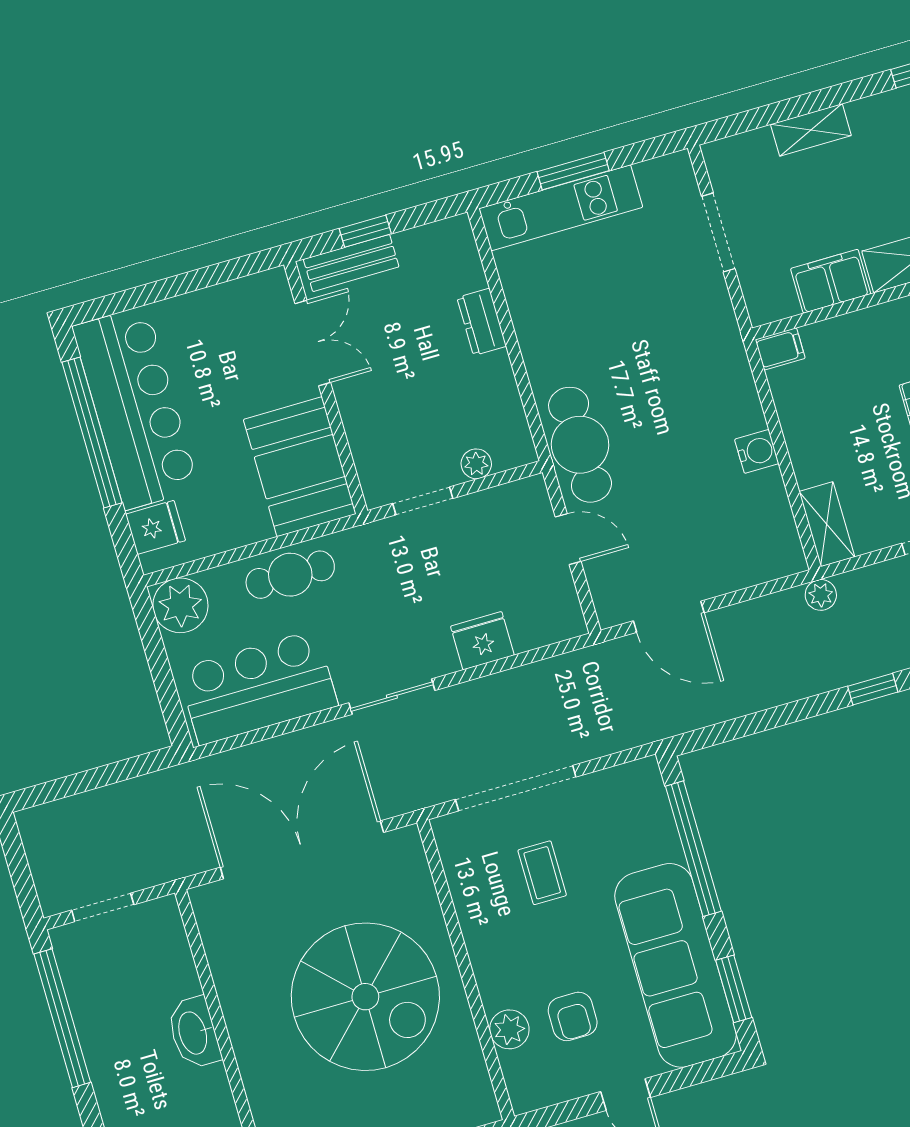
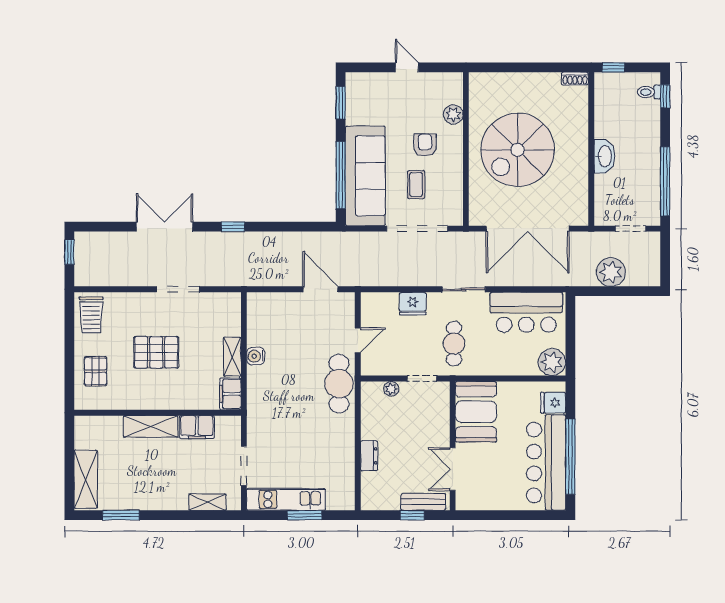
shelving: (811, 130) -> (207, 502), moved
kitchen unit: (561, 208) -> (286, 499), moved
filing cabinet: (780, 349) -> (230, 394), width x2.00
shelving: (827, 524) -> (232, 357), moved
door: (568, 539) -> (358, 340), swing flipped
cafe table: (290, 575) -> (454, 344), moved, turned 90
plant: (821, 595) -> (611, 272), moved, width x1.87, depth x1.87
sofa: (675, 965) -> (365, 176), moved
spiral stairs: (365, 997) -> (518, 150), turned -90
armchair: (573, 1016) -> (425, 145), moved

